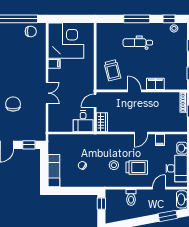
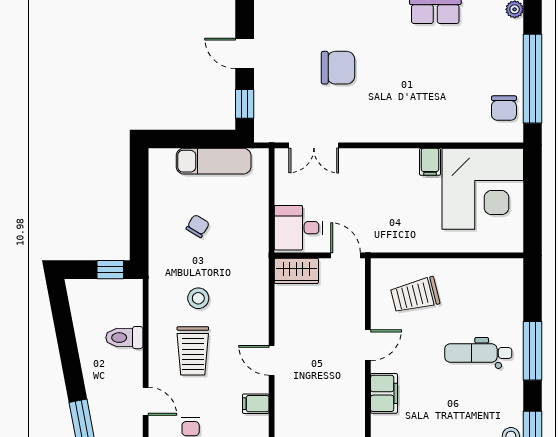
dental chair: (138, 43) -> (478, 353), turned -90
double door: (47, 93) -> (314, 145), moved
exam couch: (54, 171) -> (214, 161), moved

